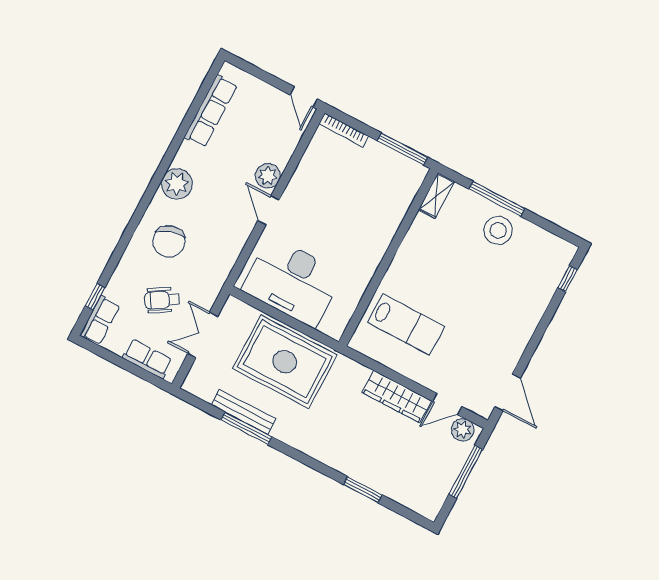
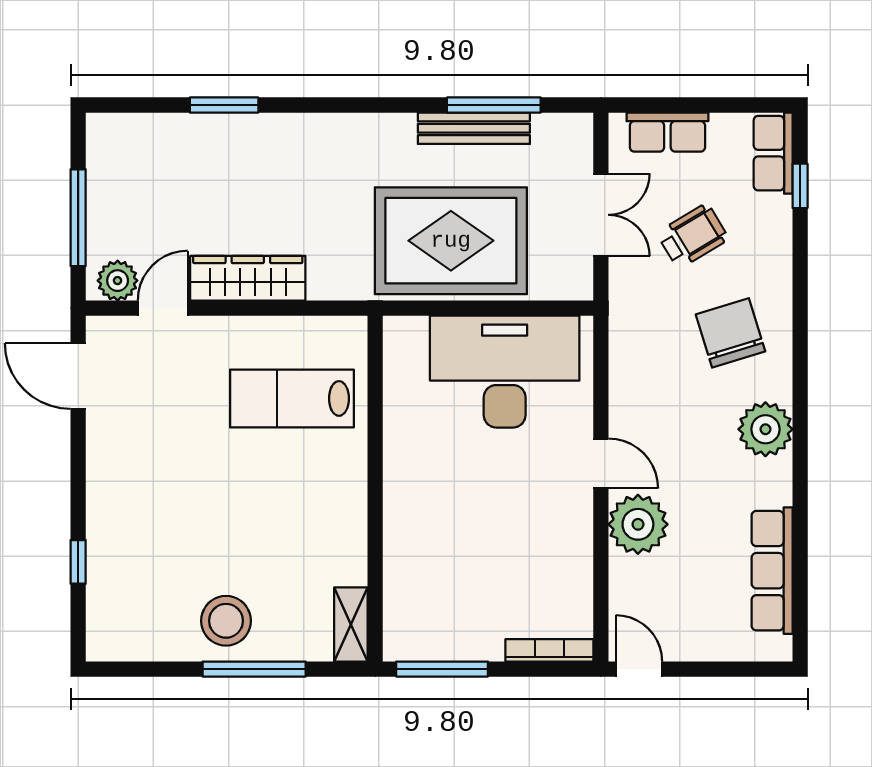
plant: (268, 176) -> (638, 524), width x1.36, depth x1.36
window: (568, 279) -> (78, 562), moved
window: (246, 428) -> (494, 105), moved

